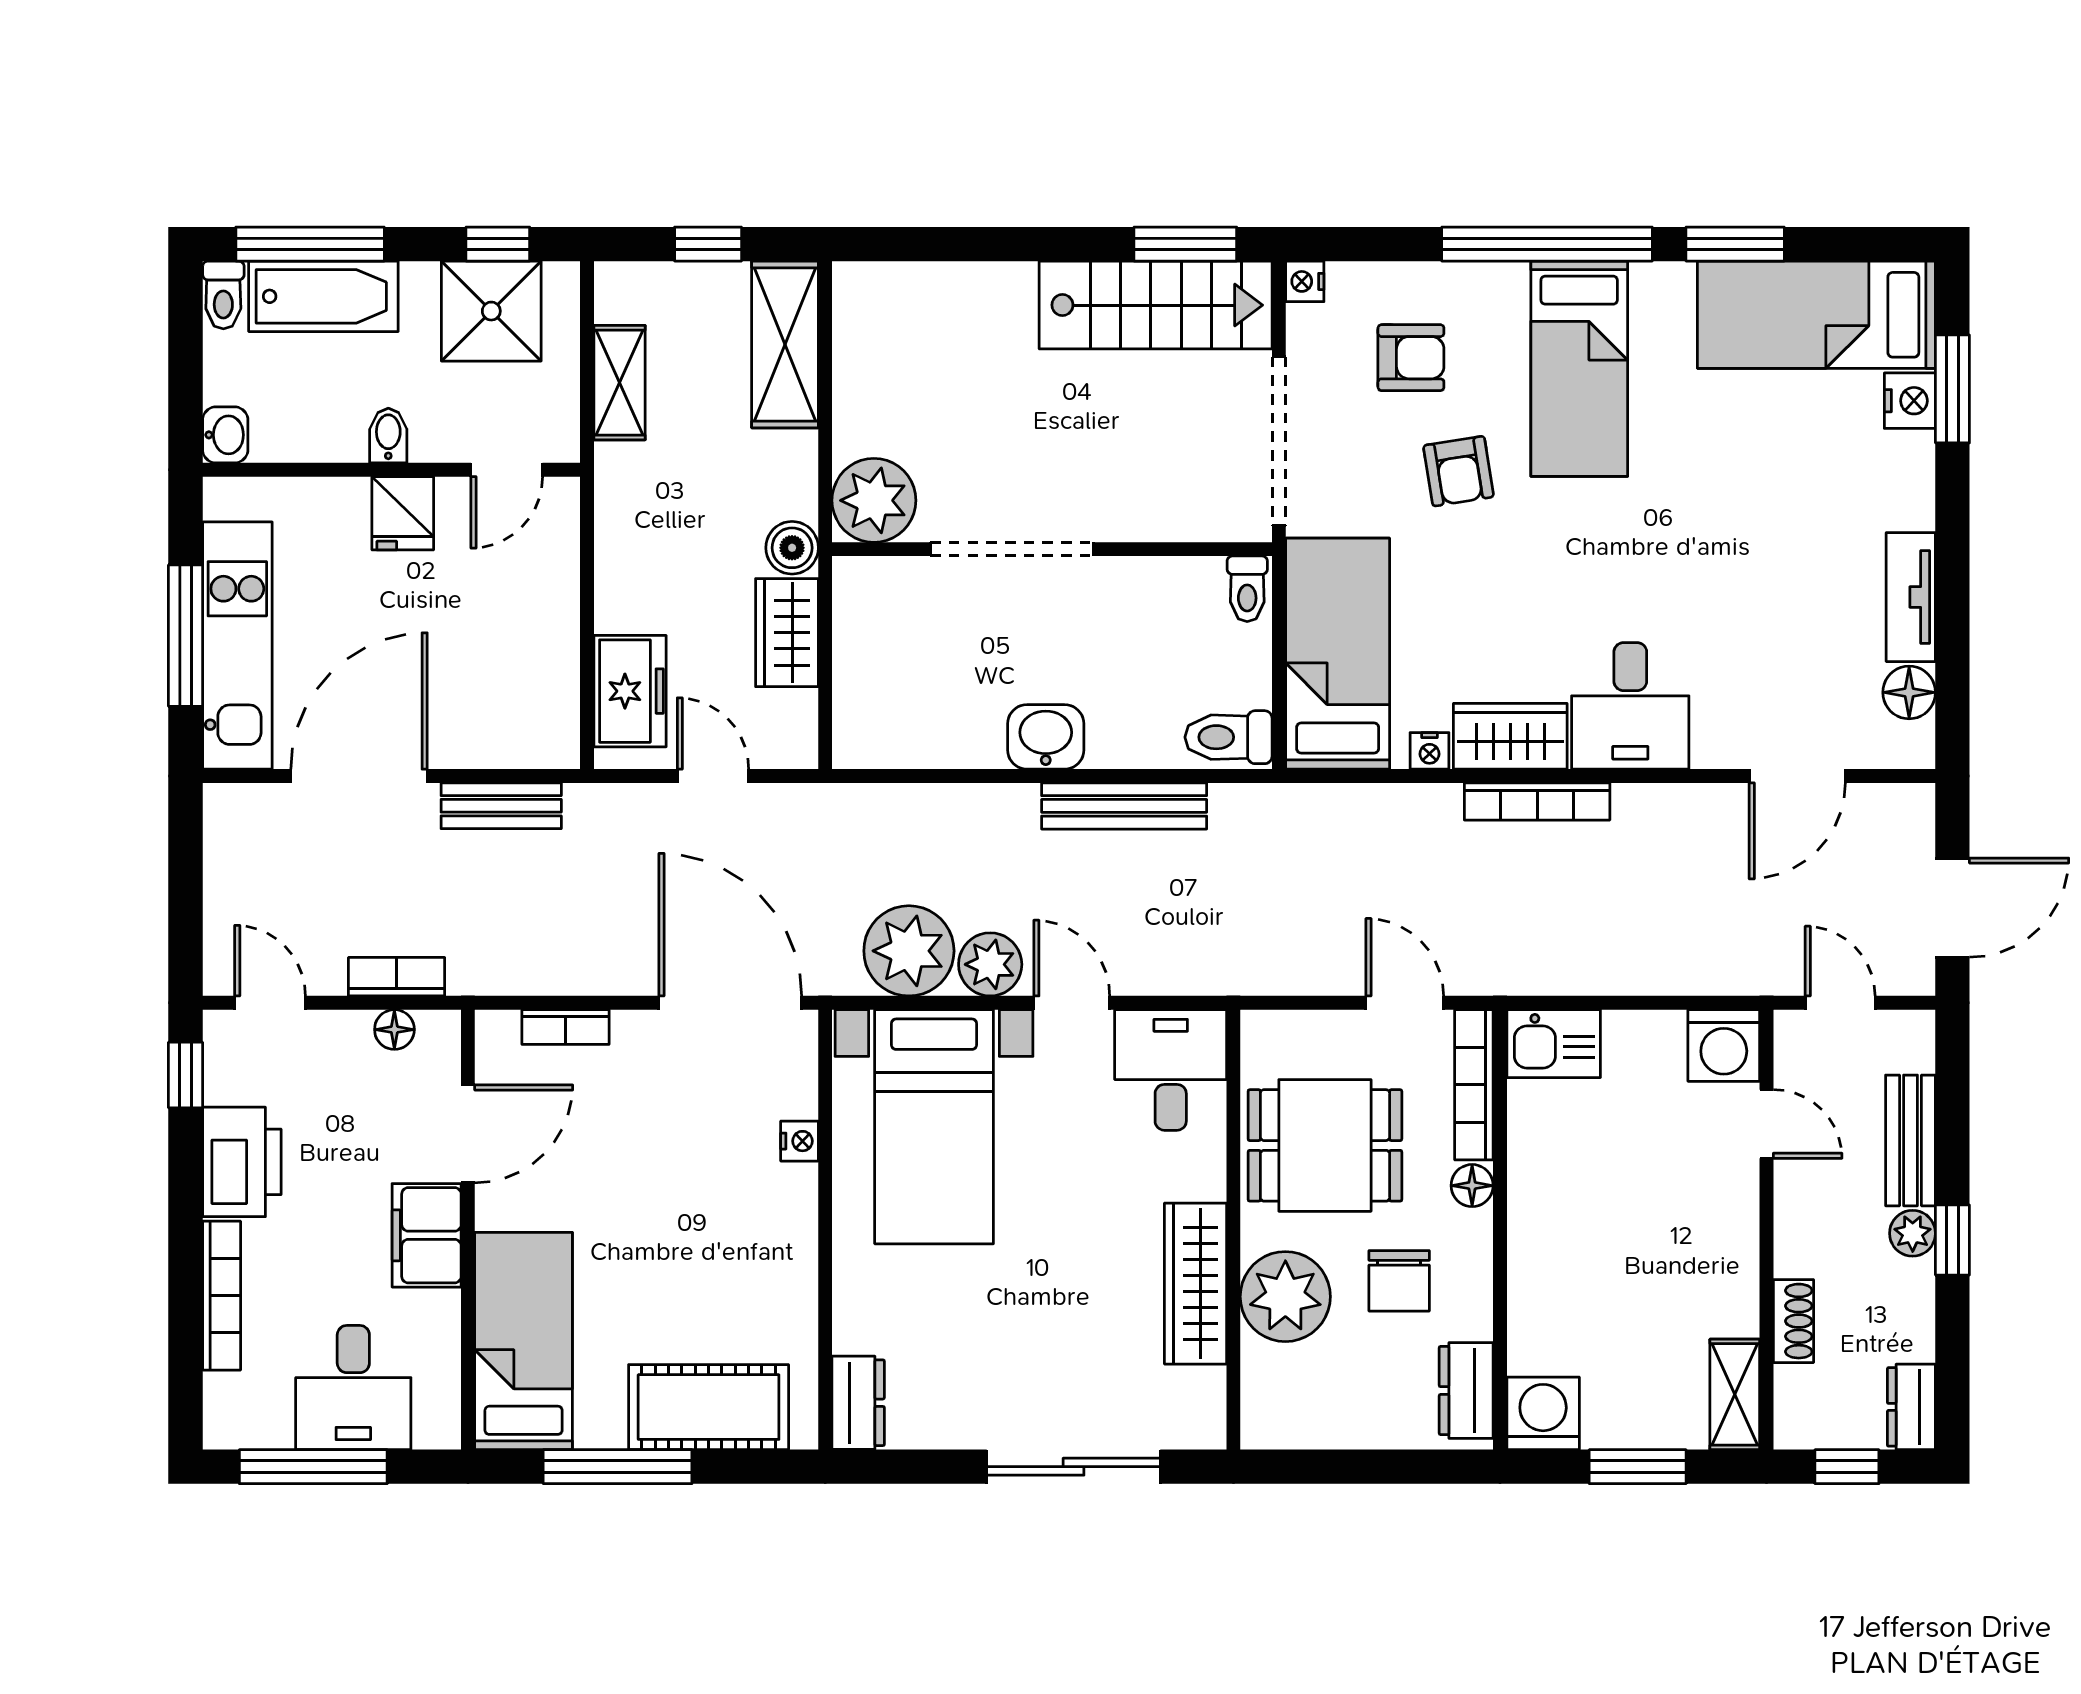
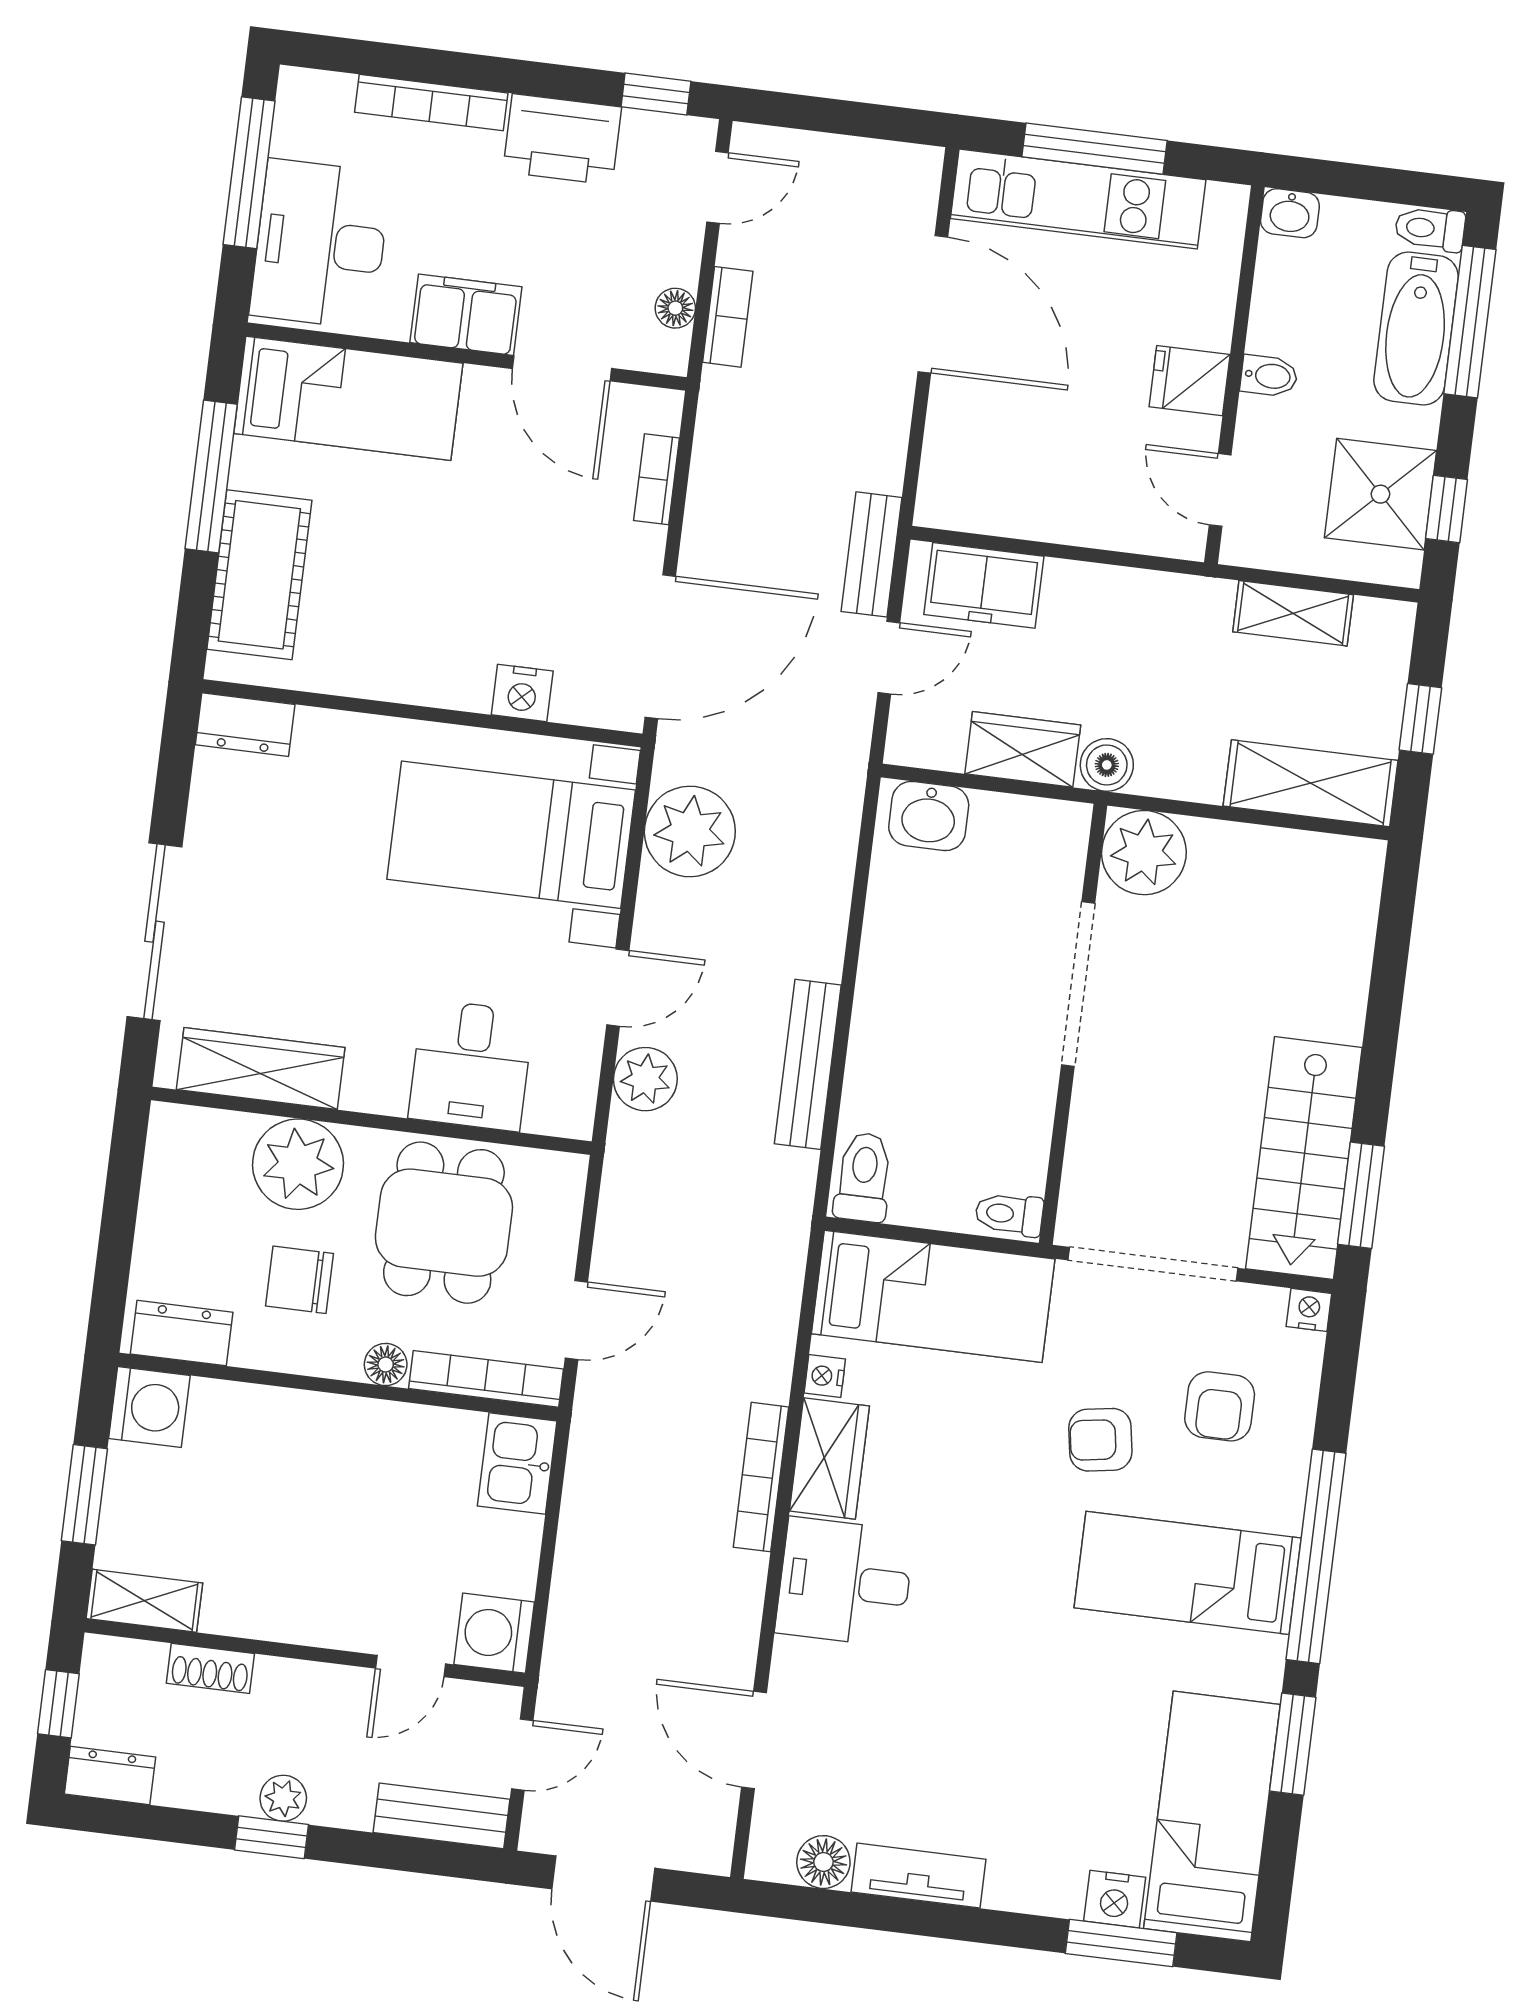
washbasin: (1046, 737) -> (929, 816), moved, turned 90
bench: (501, 806) -> (872, 554), moved
plant: (990, 964) -> (645, 1079), moved
desk: (1171, 1070) -> (471, 1065), moved, turned 90
bench: (1910, 1140) -> (441, 1816), moved
nightstand: (799, 1141) -> (522, 693), width x1.39, depth x1.35
wardrobe: (1196, 1284) -> (261, 1069), moved
desk: (353, 1388) -> (320, 244), width x1.37

